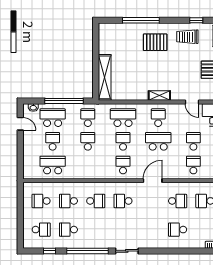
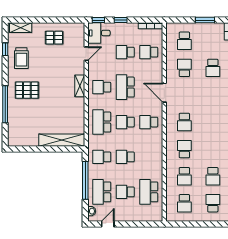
pallet: (155, 42) -> (27, 90), turned 90

